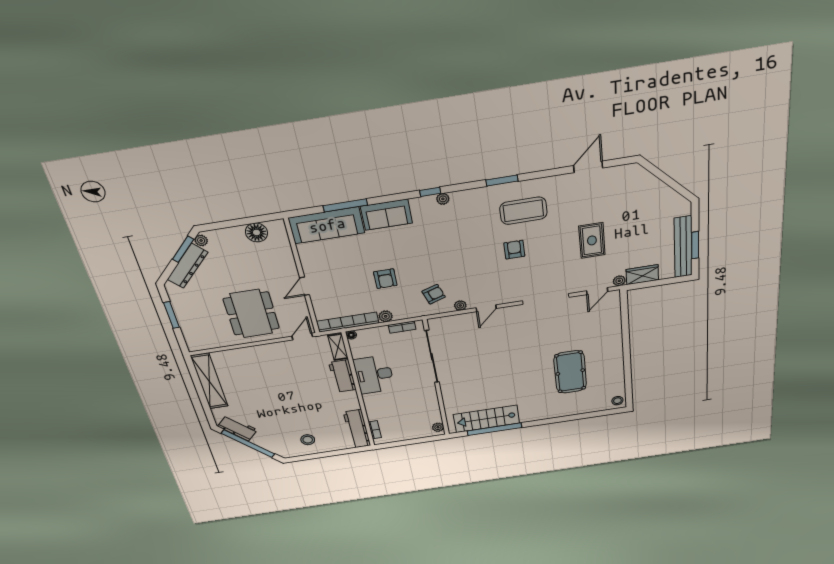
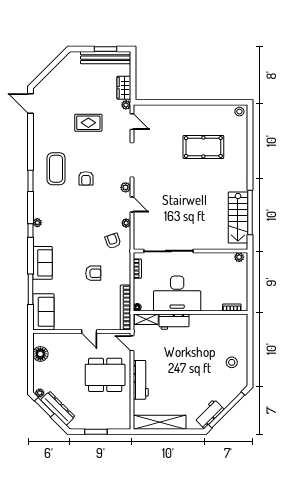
door: (588, 167) -> (30, 103), moved
sofa: (327, 225) -> (43, 312), width x0.73
armchair: (514, 250) -> (86, 178), turned -90
plant: (386, 316) -> (126, 187), moved
desk: (374, 375) -> (177, 294), width x1.36, depth x1.30
workbench: (357, 429) -> (141, 380), moved, turned -90

